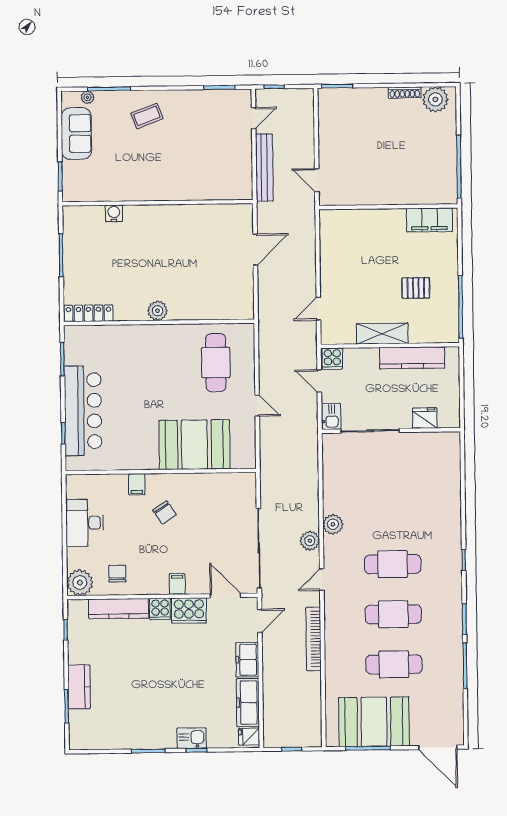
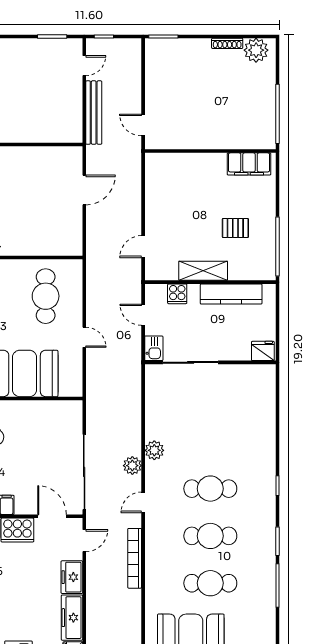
cooker: (332, 359) -> (177, 294), moved
fridge: (425, 418) -> (263, 351), moved

